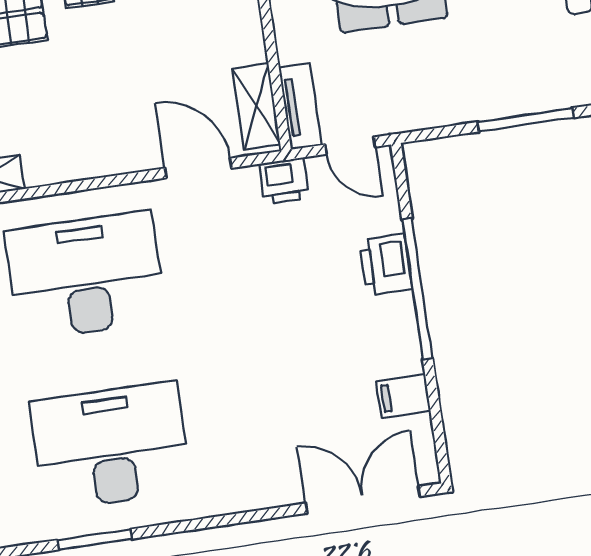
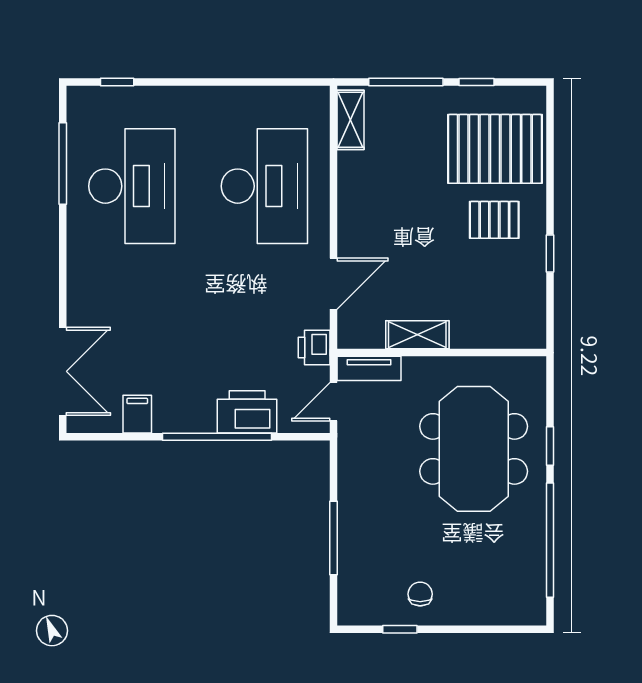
shelving: (256, 107) -> (417, 335), moved
printer: (386, 265) -> (247, 412), width x1.37, depth x1.19
window: (95, 539) -> (63, 163), width x1.44

